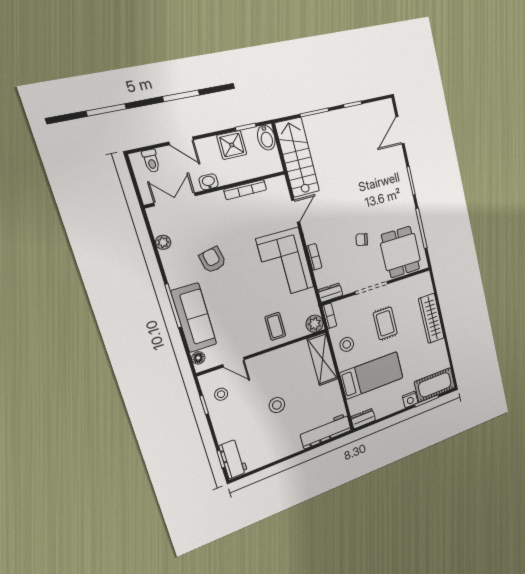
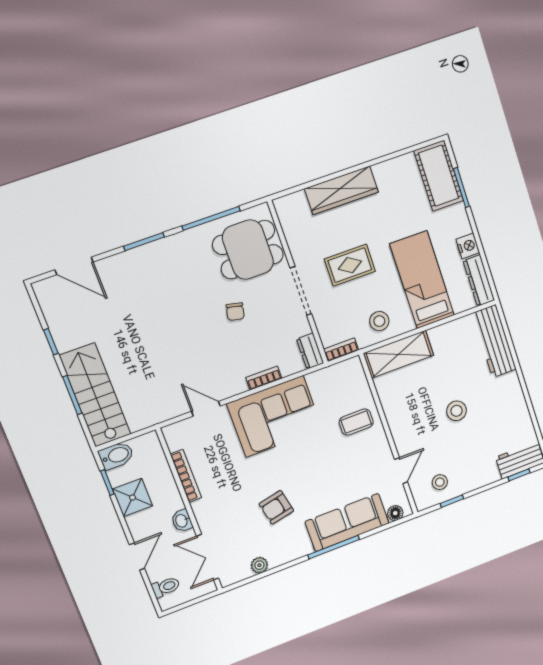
stairs: (297, 157) -> (95, 395), moved, turned 90
plant: (315, 324) -> (352, 370), removed
nightstand: (410, 399) -> (468, 246), moved
dresser: (363, 419) -> (479, 281), width x1.44

